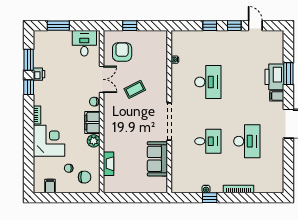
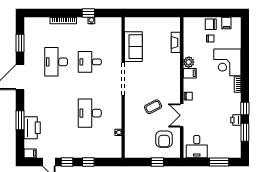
printer: (274, 77) -> (32, 128), moved
filing cabinet: (277, 96) -> (30, 153), moved
filing cabinet: (92, 122) -> (190, 73), width x0.50
window: (288, 163) -> (20, 43), added
chair: (85, 177) -> (211, 24), moved

